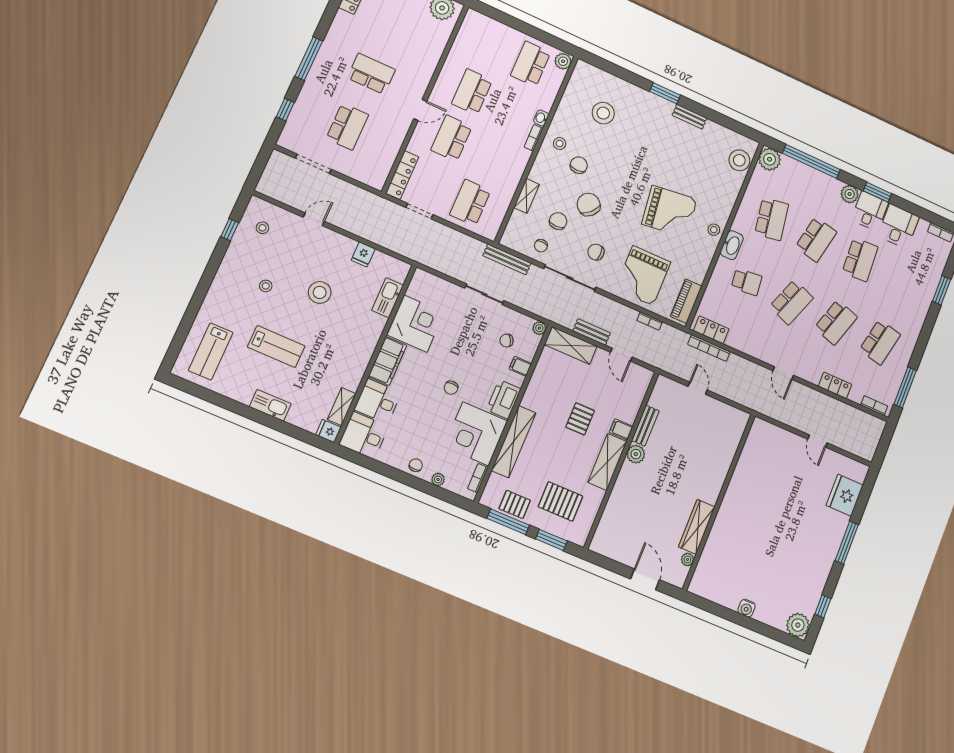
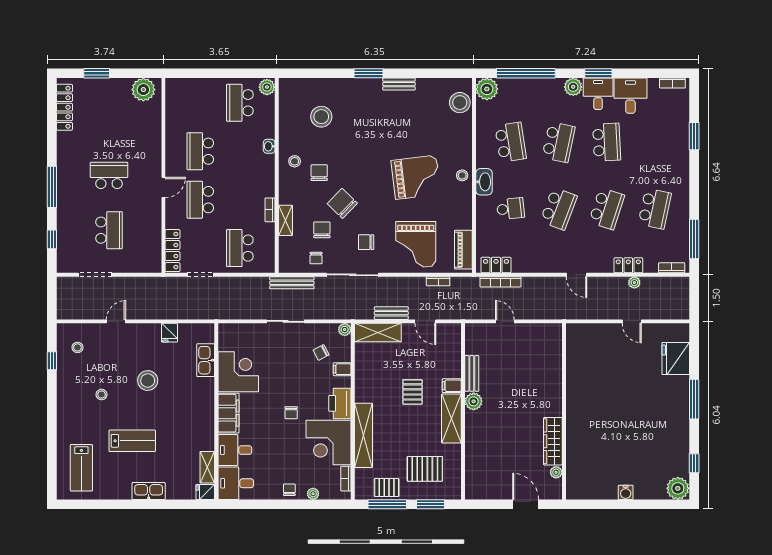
bookcase: (534, 138) -> (270, 210), moved
plant: (834, 404) -> (634, 283), added

